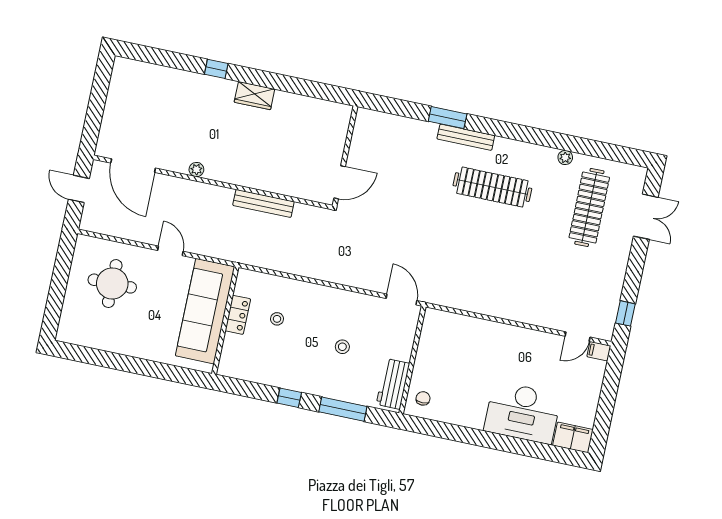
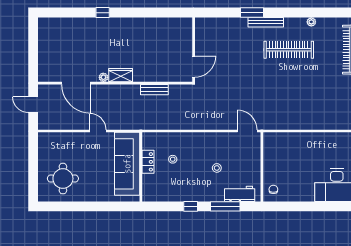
wardrobe: (254, 96) -> (121, 75), moved, turned 180
plant: (565, 158) -> (311, 22), moved
door: (133, 166) -> (76, 83), moved
bench: (263, 203) -> (154, 90), width x0.73
round table: (112, 284) -> (63, 179), moved
workbench: (393, 384) -> (240, 194), moved, turned 90

